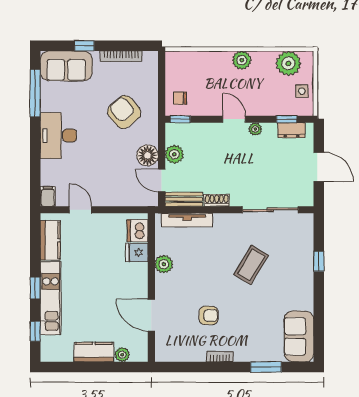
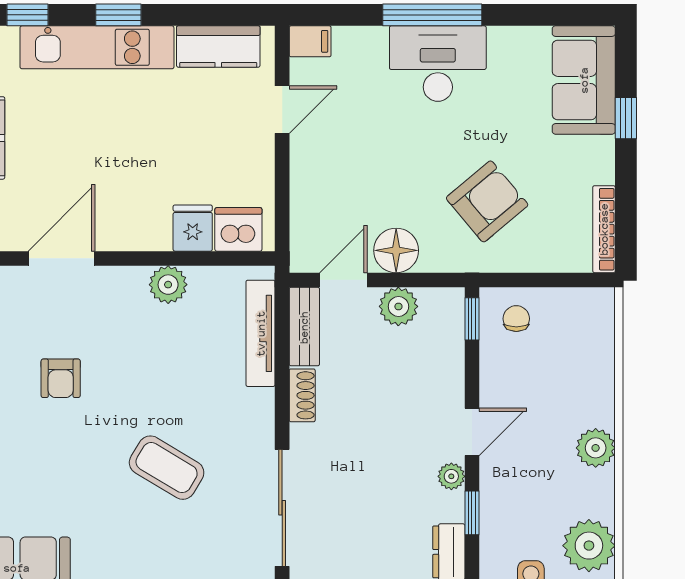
bookcase: (121, 56) -> (604, 229), moved
window: (35, 93) -> (432, 15), moved
window: (287, 119) -> (472, 513), moved

